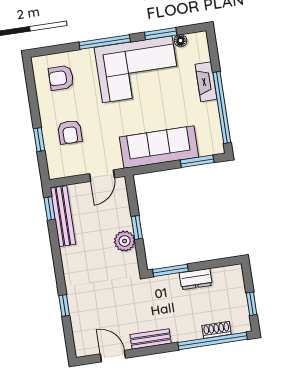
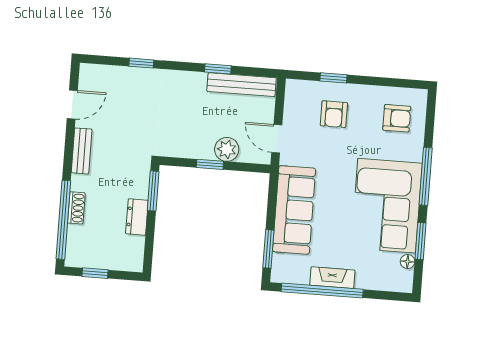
armchair: (61, 78) -> (397, 118), turned 90
fireplace: (206, 82) -> (332, 278), moved
armchair: (70, 132) -> (334, 114), turned -90
window: (50, 208) -> (218, 69), moved
plant: (125, 241) -> (227, 149), moved
shoe rack: (216, 330) -> (76, 208), moved

